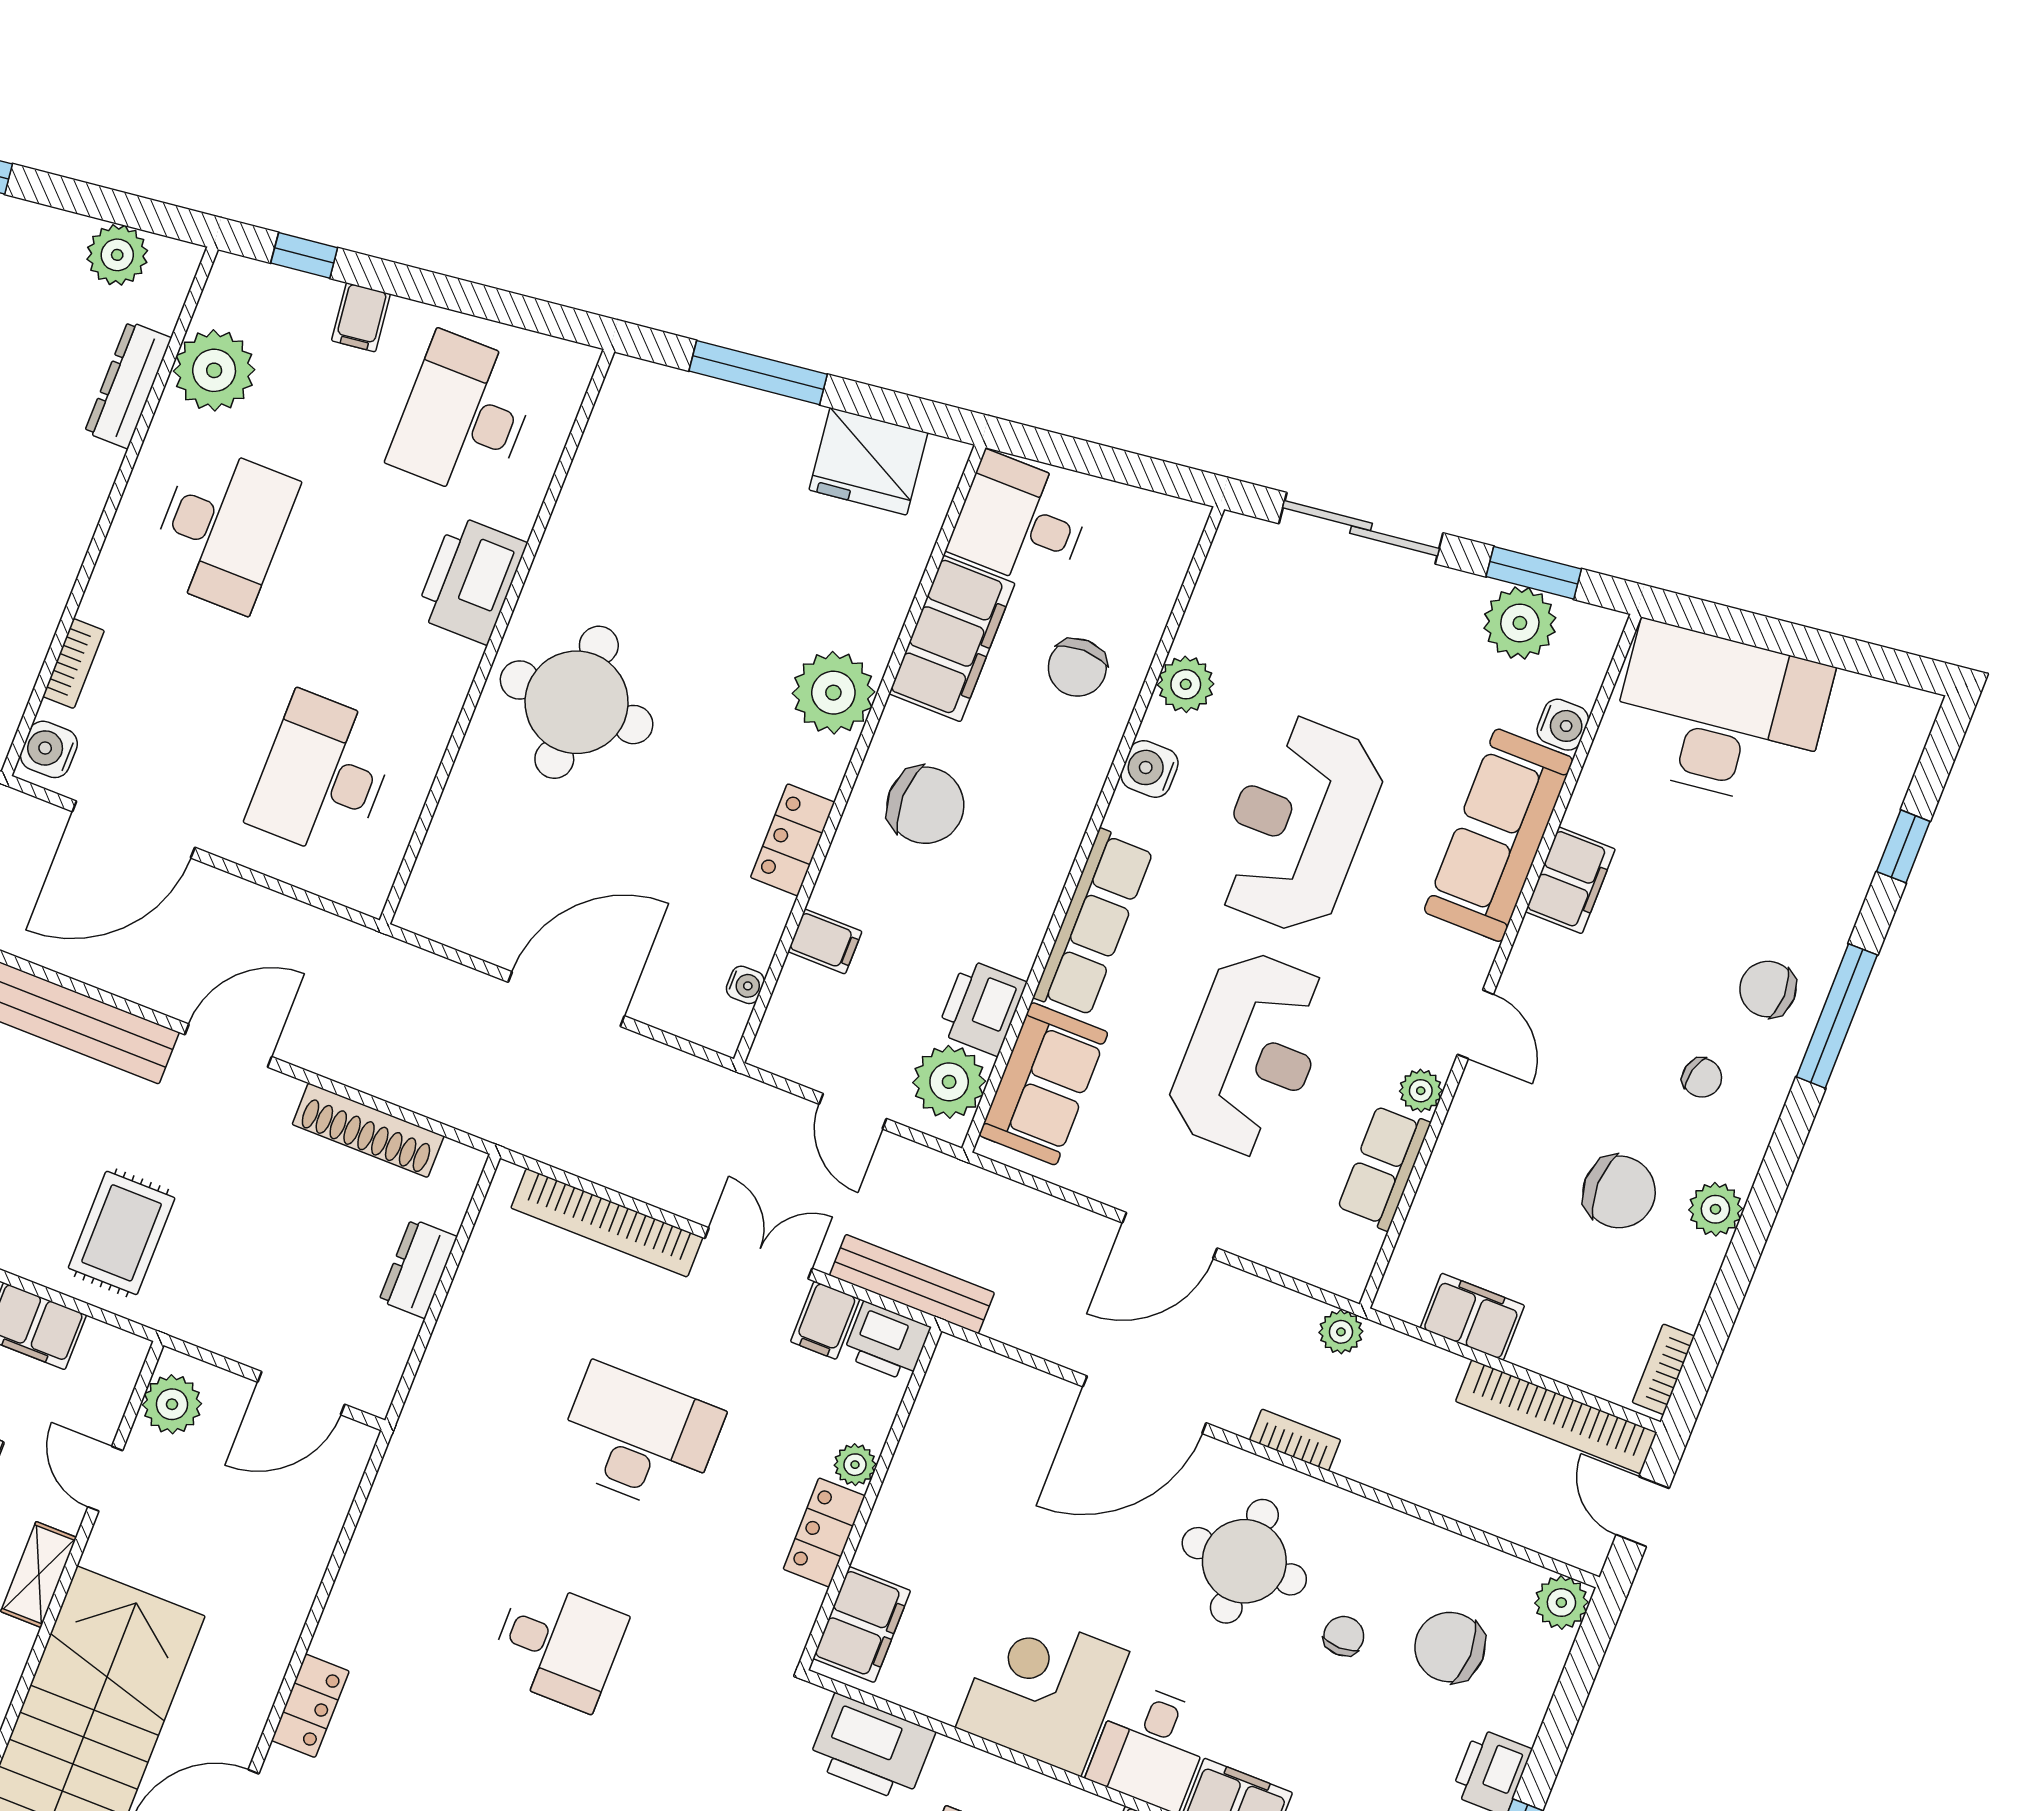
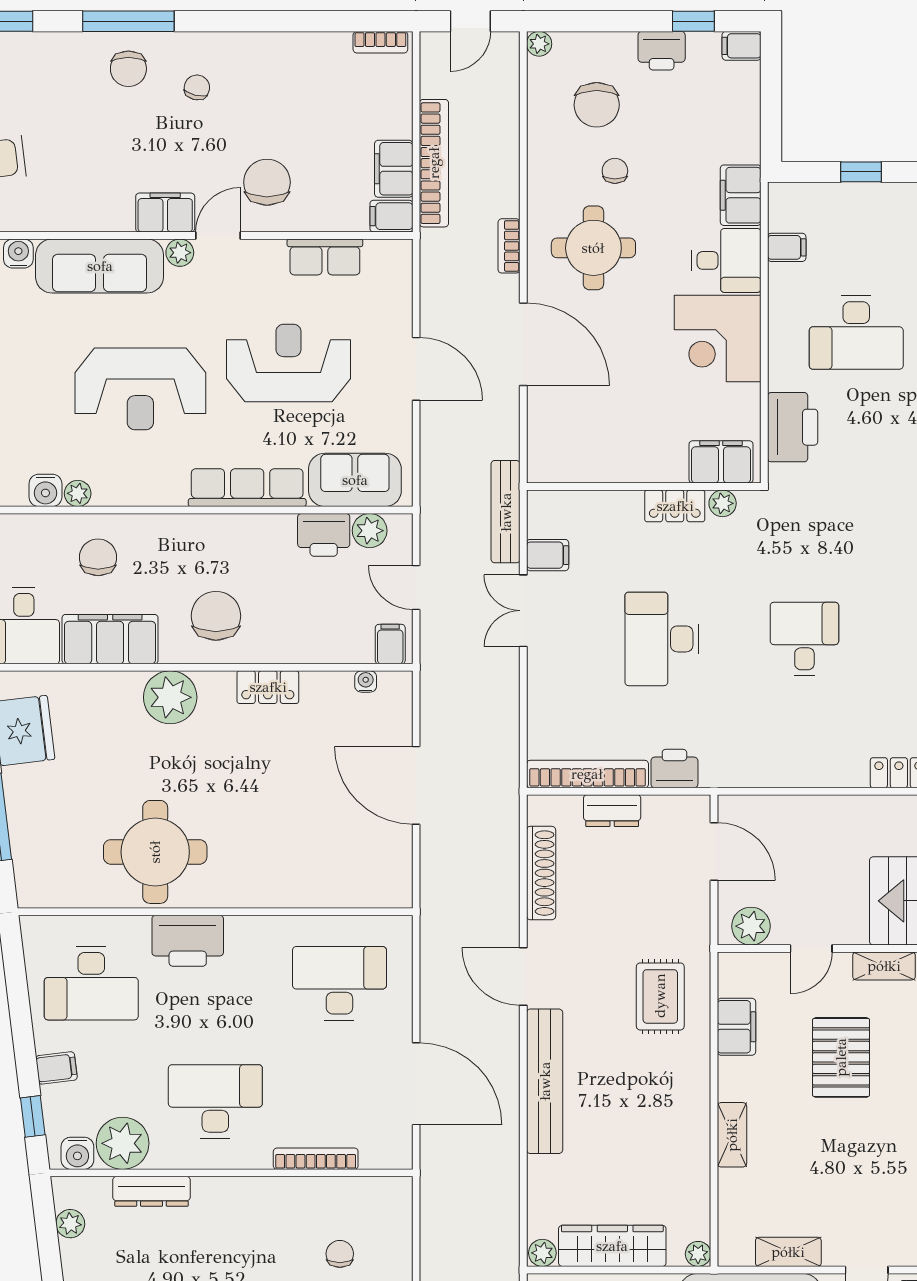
plant: (117, 255) -> (70, 1224), width x0.73, depth x0.73
bookcase: (73, 664) -> (316, 1159), width x1.56
chair: (1077, 668) -> (98, 557), turned -90
plant: (1186, 684) -> (78, 493), width x0.73, depth x0.73
round table: (577, 702) -> (155, 852), moved
water cooler: (49, 749) -> (77, 1153), moved
water cooler: (1149, 769) -> (45, 490), moved
desk: (323, 776) -> (339, 983), turned 180
filing cabinet: (1570, 880) -> (165, 213), moved
filing cabinet: (825, 941) -> (390, 644), moved
plant: (949, 1082) -> (370, 531), width x0.73, depth x0.73
plant: (1421, 1091) -> (180, 253), moved
door: (853, 1111) -> (416, 588), swing flipped
chair: (1619, 1192) -> (267, 182), moved
plant: (1715, 1209) -> (272, 49), removed
bookcase: (607, 1223) -> (587, 774), moved, turned -90
rug: (122, 1233) -> (660, 996), turned 90
filing cabinet: (1405, 1286) -> (391, 216), added
plant: (1341, 1332) -> (434, 244), removed
printer: (887, 1342) -> (674, 769), moved, turned -90
bookcase: (1556, 1417) -> (434, 163), moved
plant: (855, 1465) -> (723, 503), moved
plant: (1561, 1603) -> (539, 44), width x0.73, depth x0.73
chair: (1344, 1636) -> (615, 171), turned 90

